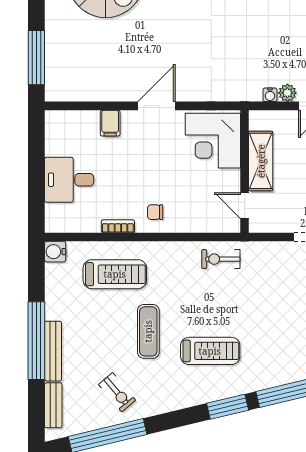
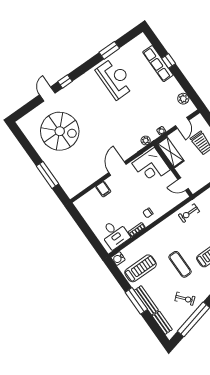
window: (36, 58) -> (47, 175), moved
plant: (287, 93) -> (146, 140), moved
shelving: (261, 161) -> (171, 152), moved
desk: (69, 180) -> (115, 234), moved, turned -90
treadmill: (115, 274) -> (141, 268), moved
window: (36, 341) -> (136, 301), width x0.68

